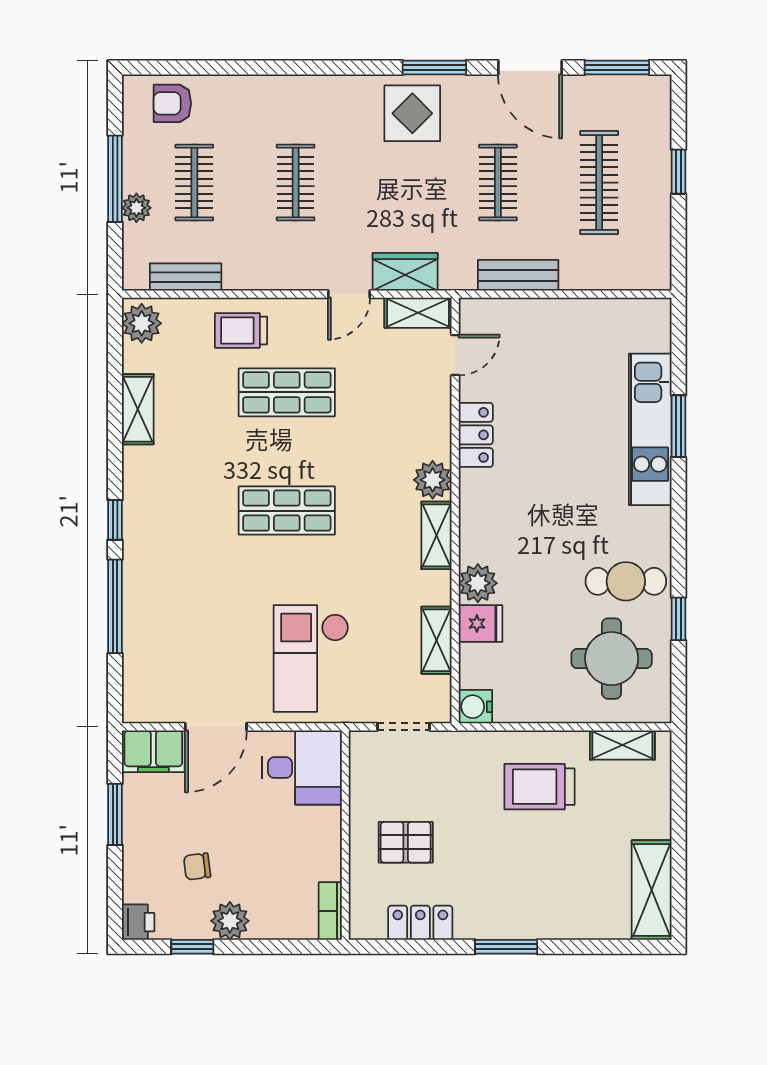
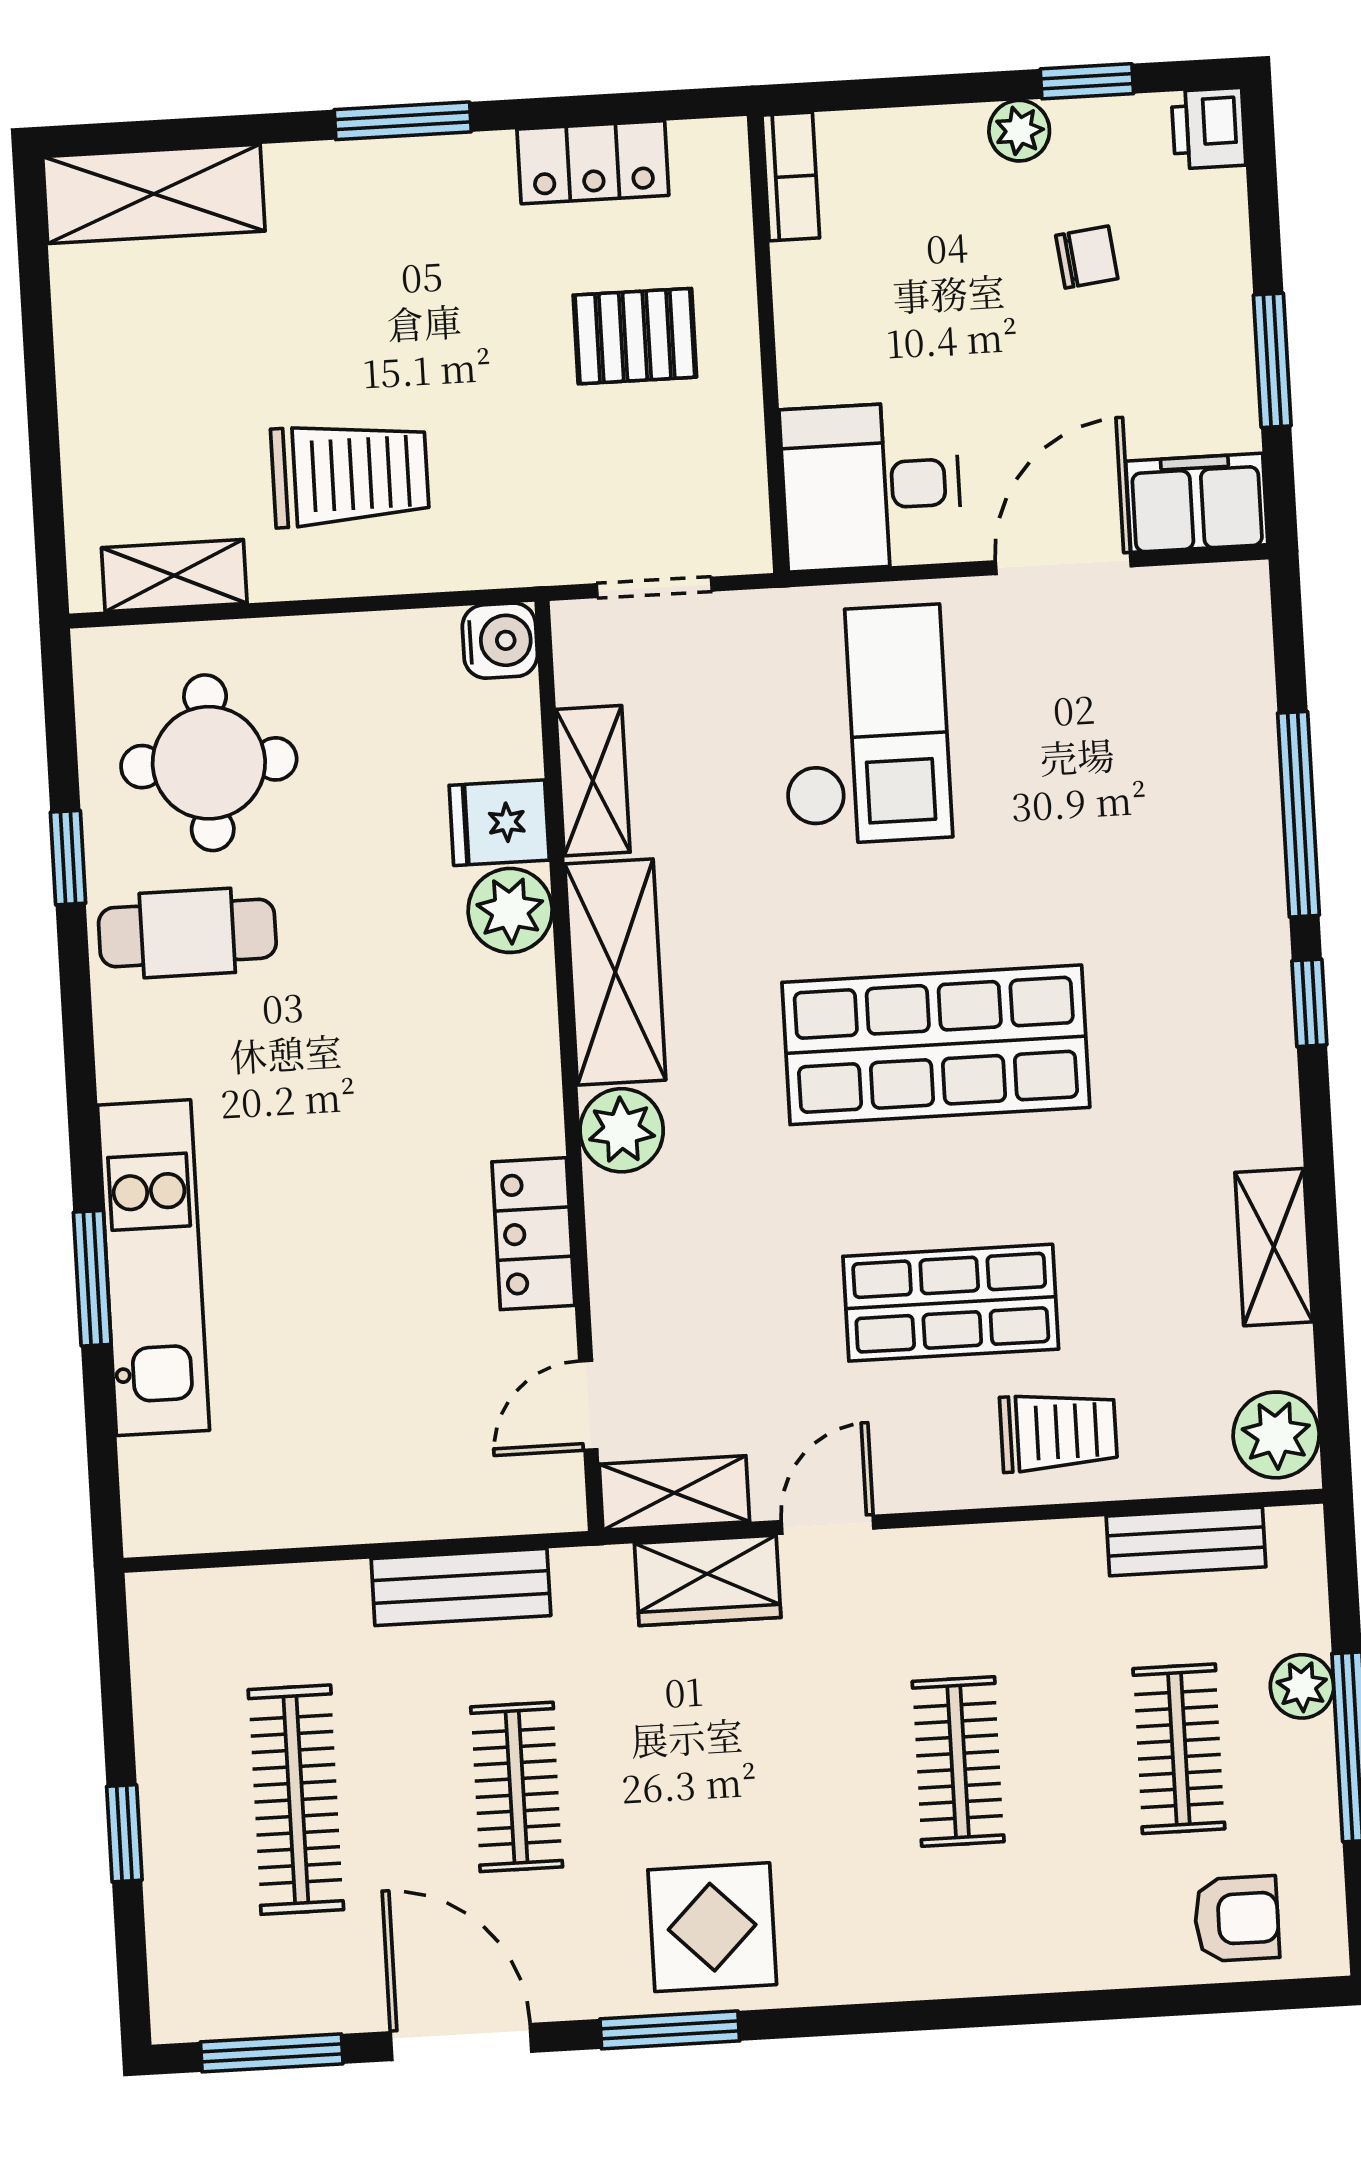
shop shelf: (287, 511) -> (936, 1045), width x1.43, depth x1.36
shelving: (436, 535) -> (615, 972), width x1.50, depth x1.33
shelving: (652, 890) -> (154, 194), moved, turned 90
plant: (230, 921) -> (1019, 131), width x0.73, depth x0.73

